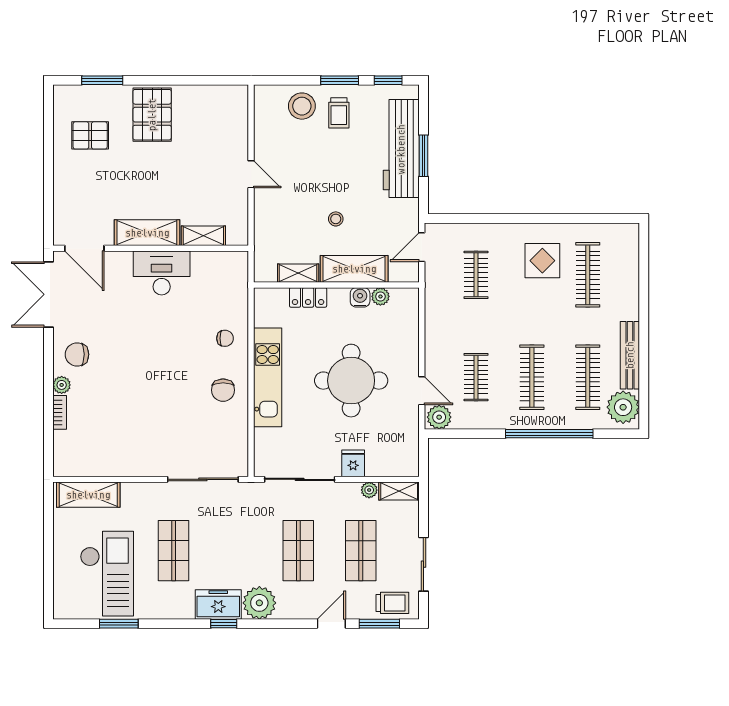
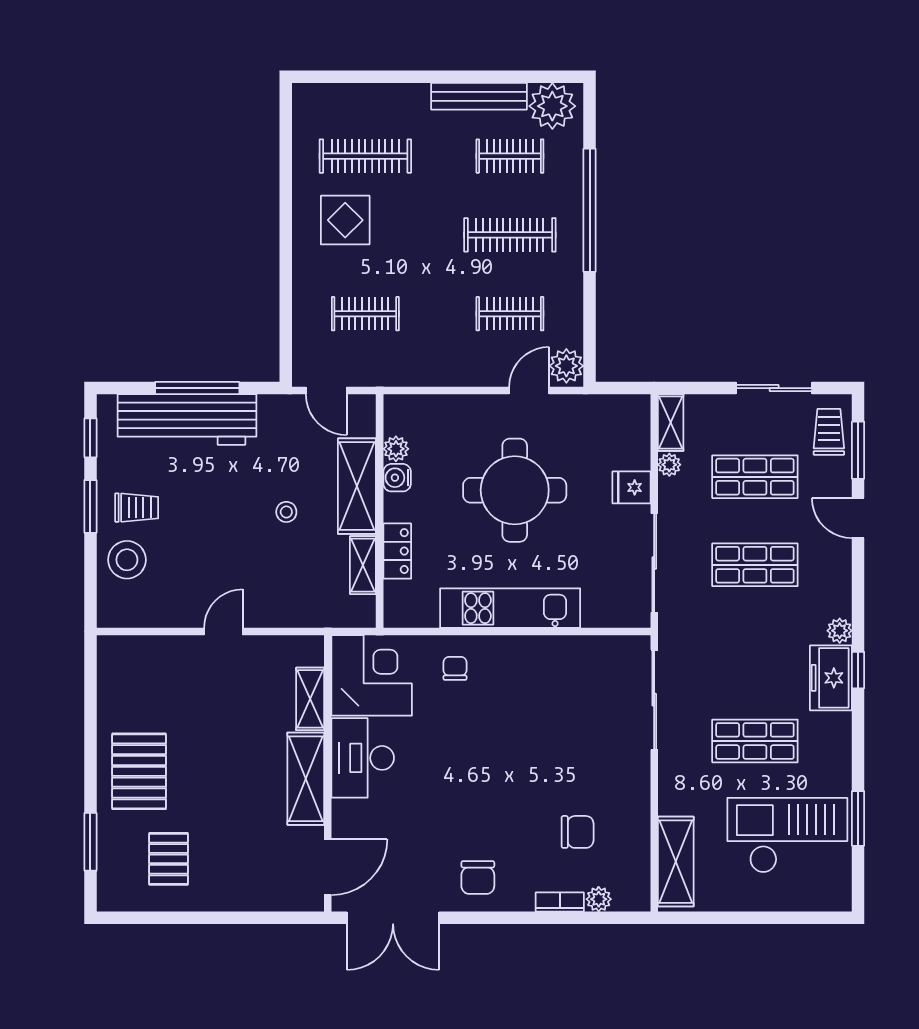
pallet: (152, 115) -> (139, 771), turned 90
window: (423, 156) -> (197, 388), width x1.44
corner desk: (220, 279) -> (372, 675), added
clothes rail: (588, 377) -> (510, 156), width x0.73
plant: (62, 385) -> (599, 899), moved
chair: (223, 390) -> (578, 832), moved
plant: (259, 603) -> (840, 631), width x0.53, depth x0.53

